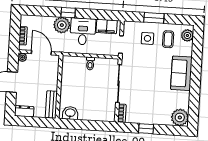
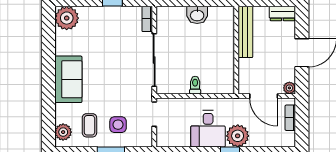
filing cabinet: (107, 26) -> (176, 138), removed
bench: (51, 105) -> (245, 32), width x1.36
washbasin: (70, 113) -> (197, 15), moved

